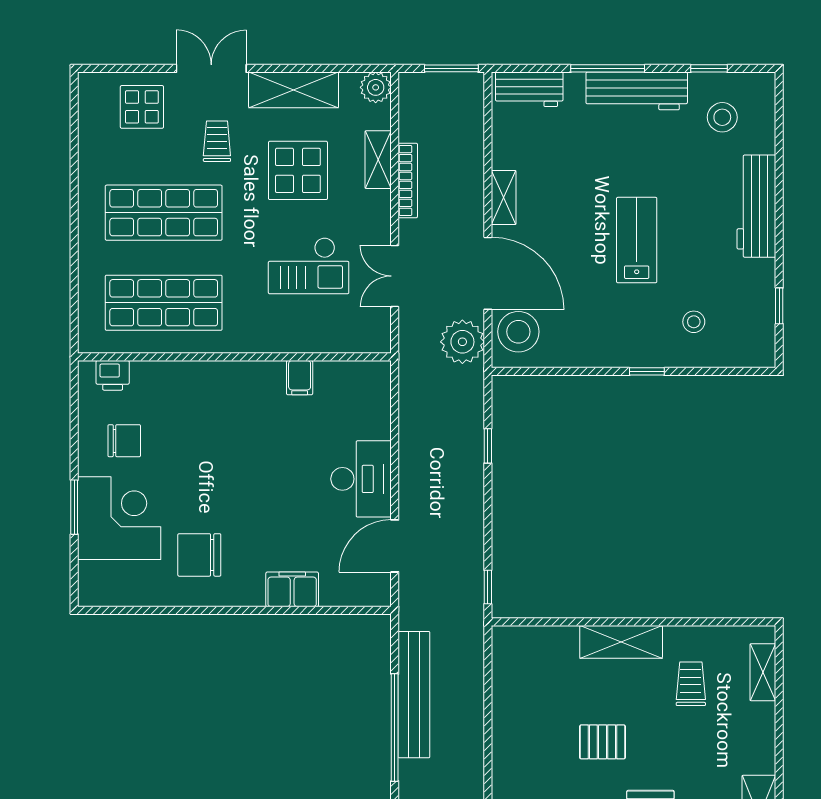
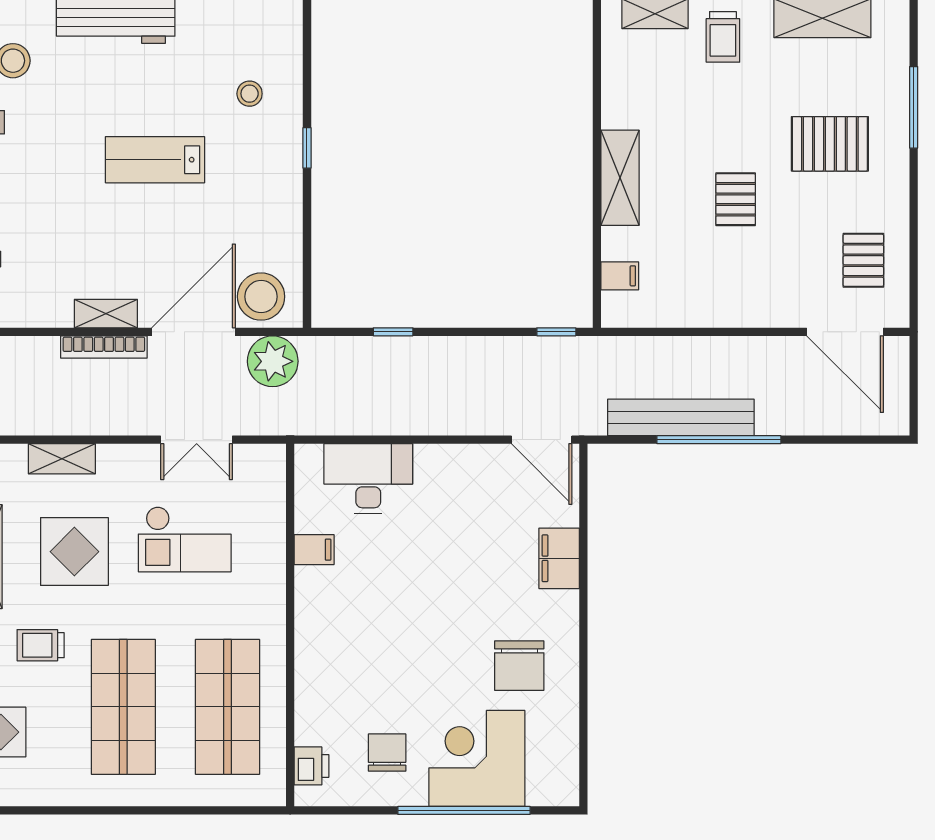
bookcase: (408, 180) -> (104, 347), moved, turned 180
checkout: (309, 266) -> (185, 539), turned 90
desk: (361, 479) -> (368, 479), moved
window: (74, 507) -> (464, 810), width x2.11
door: (395, 546) -> (542, 440), moved
filing cabinet: (536, 642) -> (620, 276), added
trolley: (691, 684) -> (723, 37), moved, turned -90

